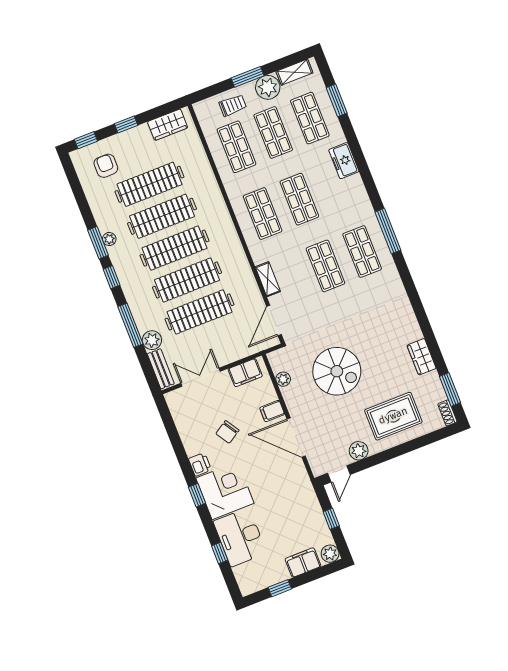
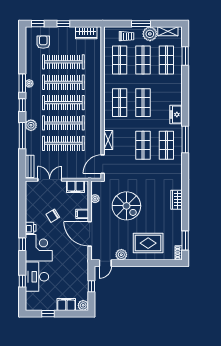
freezer: (344, 161) -> (176, 115), moved
plant: (152, 340) -> (31, 125), moved
wardrobe: (422, 357) -> (176, 200), moved

